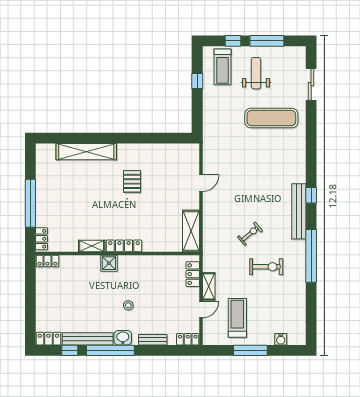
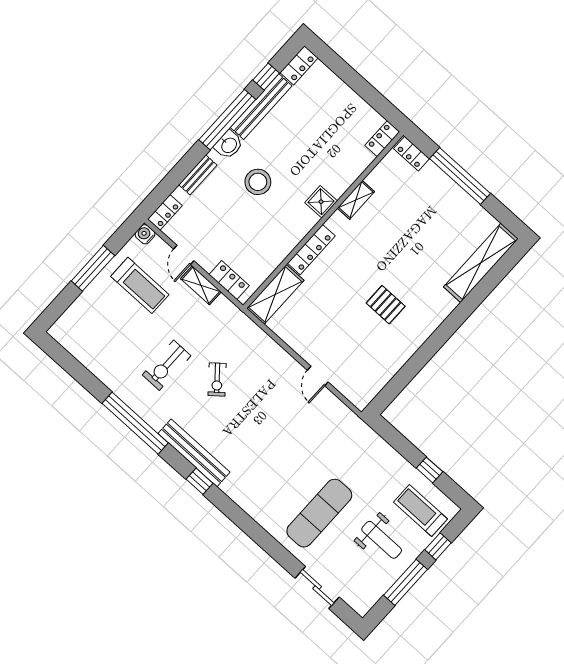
shelving: (86, 152) -> (481, 263), moved
shelving: (191, 231) -> (275, 294), moved, turned 90
locker: (124, 246) -> (311, 250), moved
stool: (128, 305) -> (258, 182), width x1.89, depth x1.89
water cooler: (281, 339) -> (145, 234), moved

